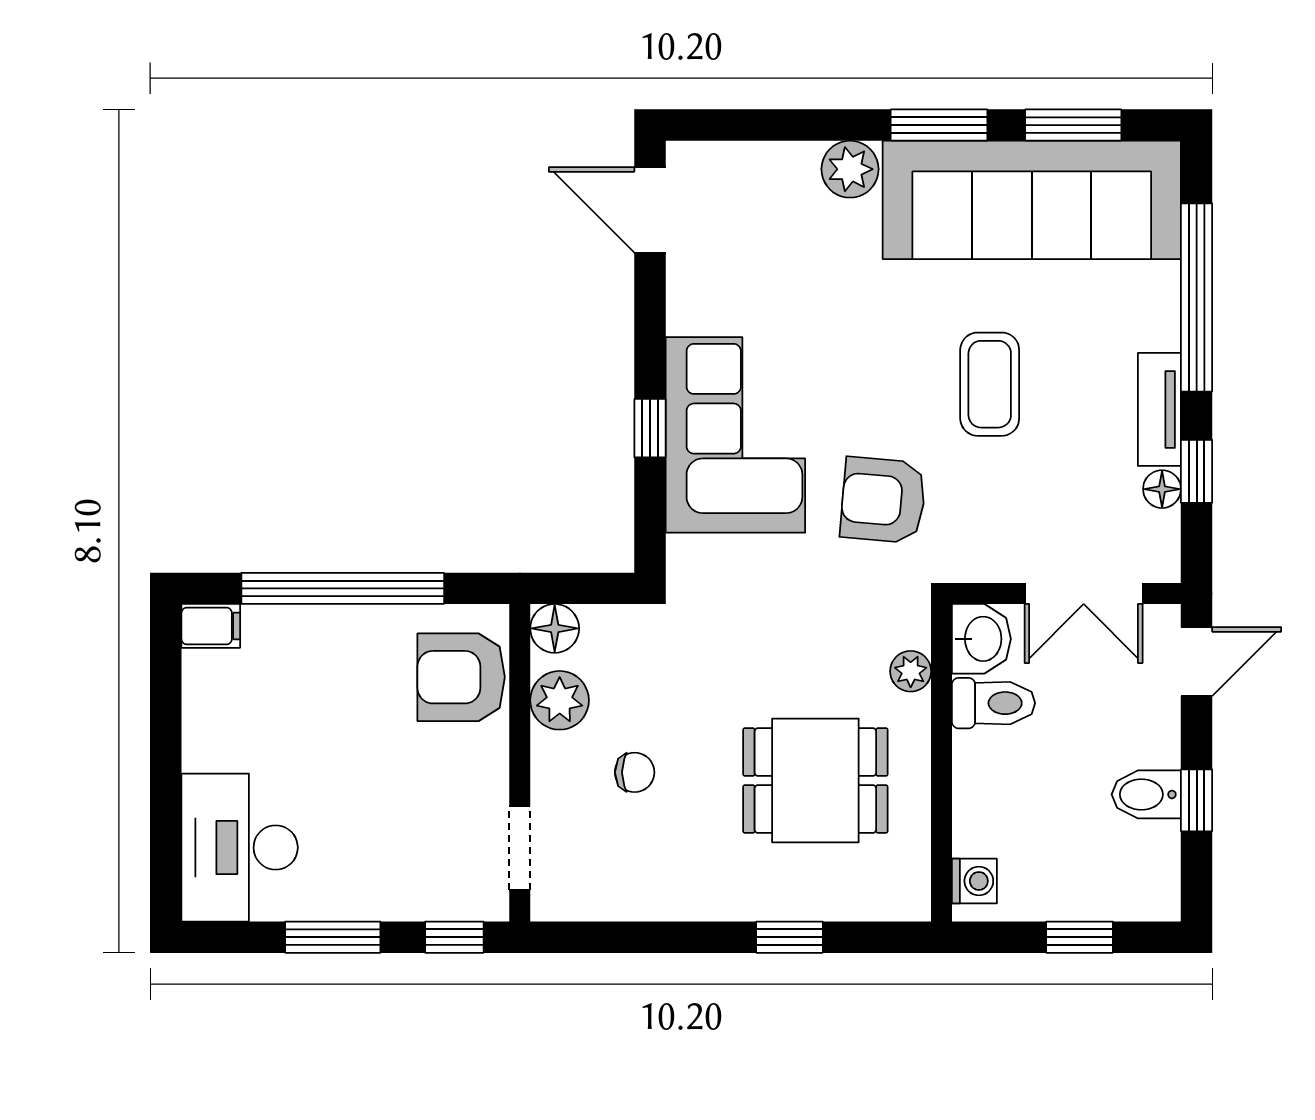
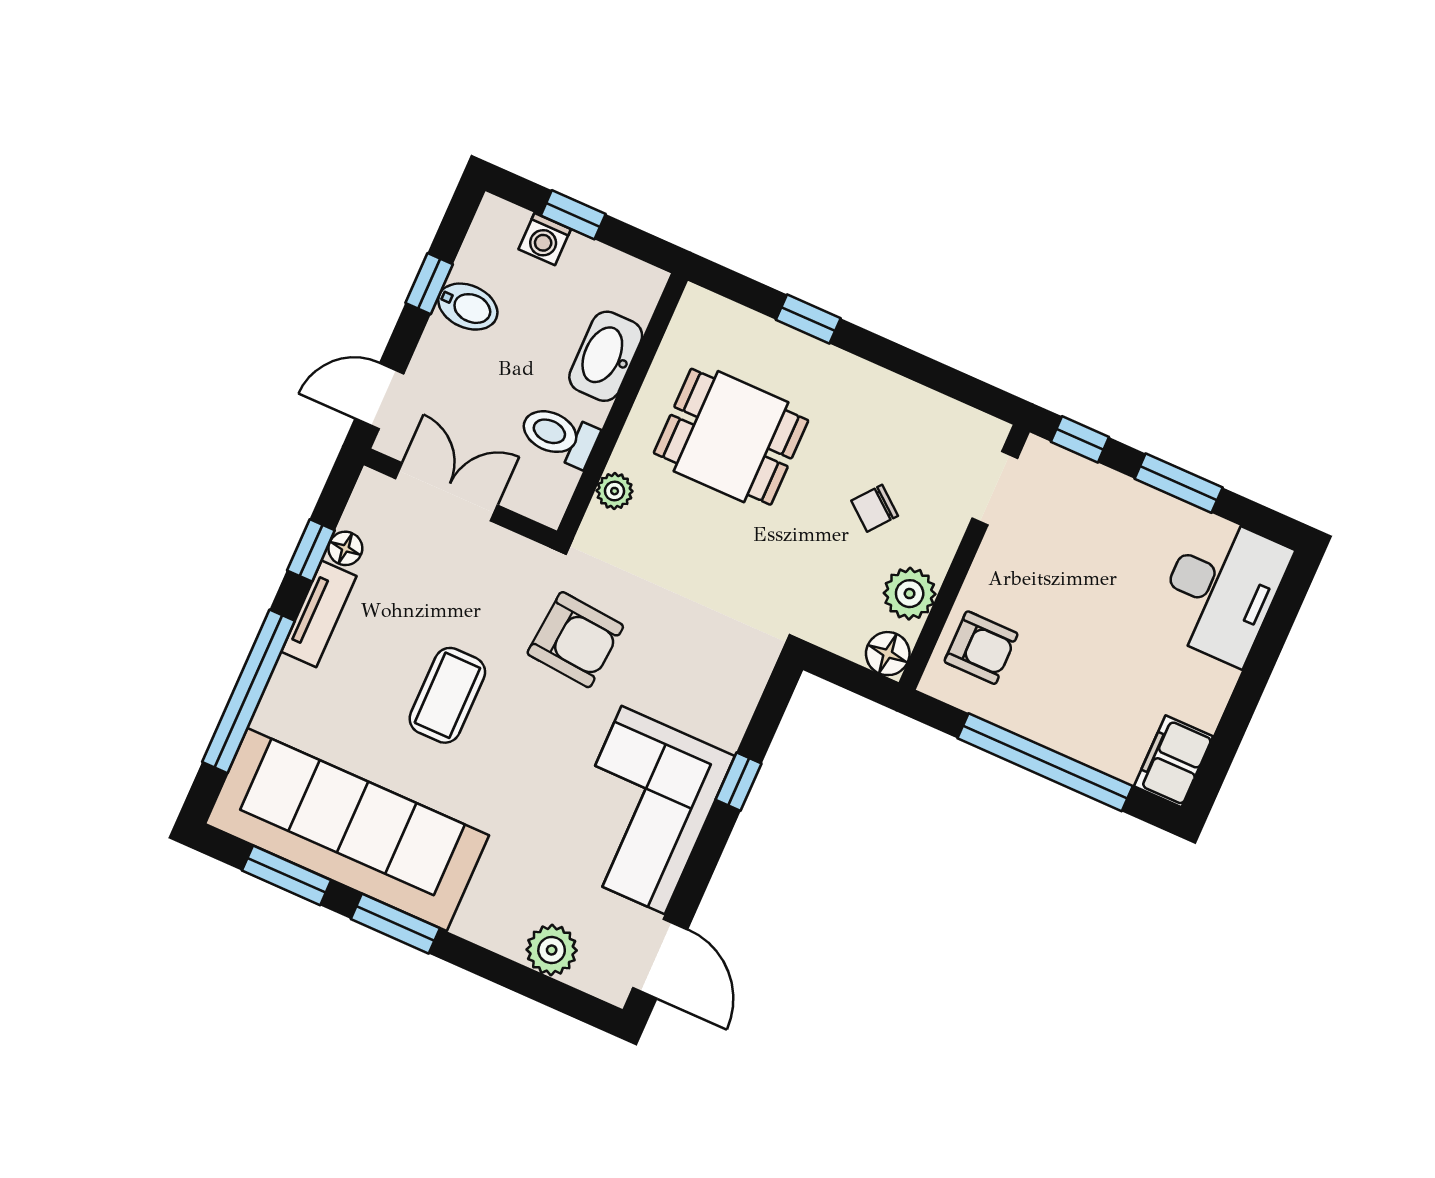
plant: (850, 169) -> (552, 950), moved
corner sofa: (735, 435) -> (643, 810), moved
filing cabinet: (211, 626) -> (1173, 761), width x2.00
washbasin: (981, 639) -> (606, 356), moved, width x1.38
armchair: (461, 677) -> (981, 648), width x0.72, depth x0.72
chair: (635, 772) -> (875, 508), turned -51
washing machine: (974, 881) -> (545, 239), moved, turned -90

